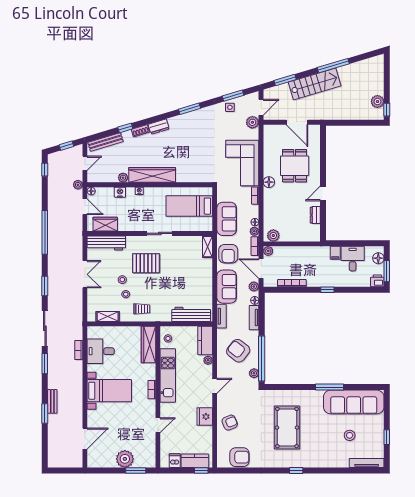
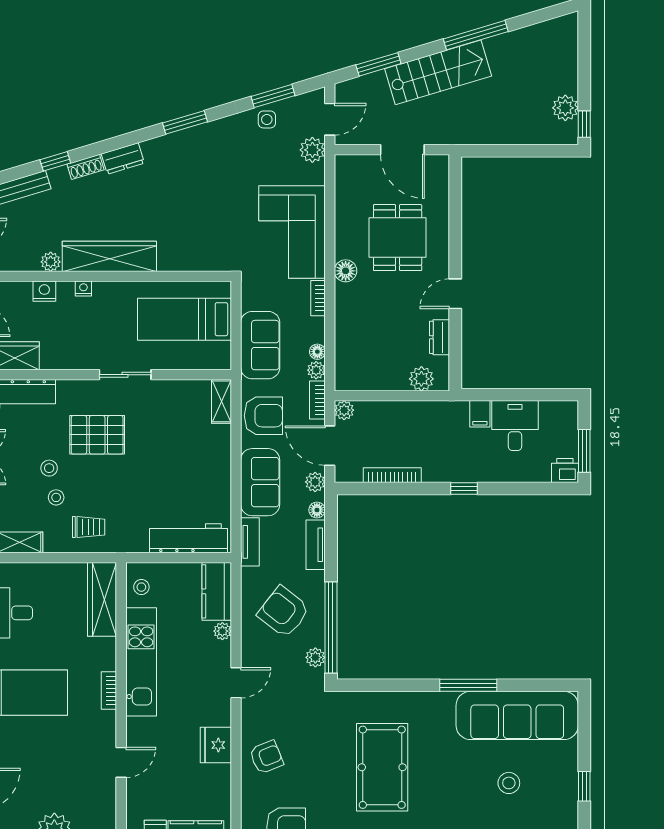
plant: (273, 236) -> (421, 379), moved
armchair: (228, 254) -> (263, 416), turned -90
floor lamp: (378, 258) -> (567, 425), removed

